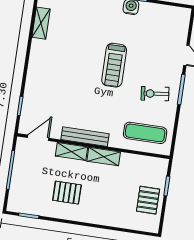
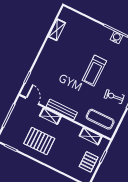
door: (38, 138) -> (32, 101), hinge flipped
shelving: (104, 157) -> (91, 136), moved
pallet: (67, 193) -> (39, 141), width x1.50, depth x1.42

